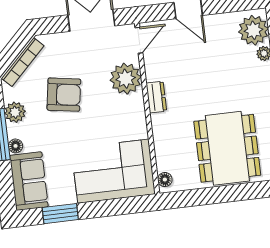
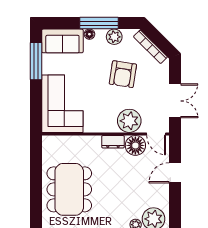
dining table: (227, 148) -> (69, 189), turned 90
floor lamp: (165, 180) -> (135, 145), moved, width x1.89, depth x1.89
window: (60, 214) -> (36, 61), width x1.44

